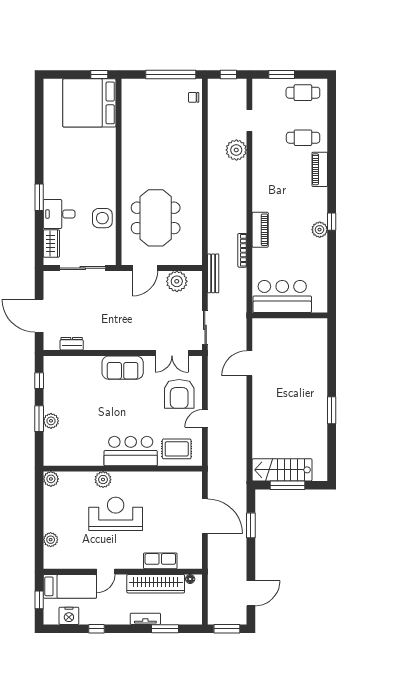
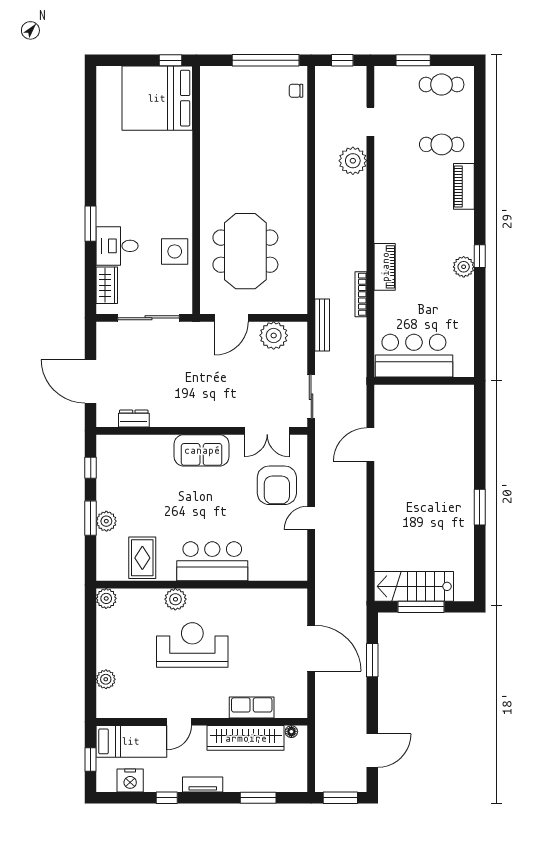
rug: (177, 449) -> (142, 558), moved, turned 90
tv unit: (145, 619) -> (203, 785), moved

